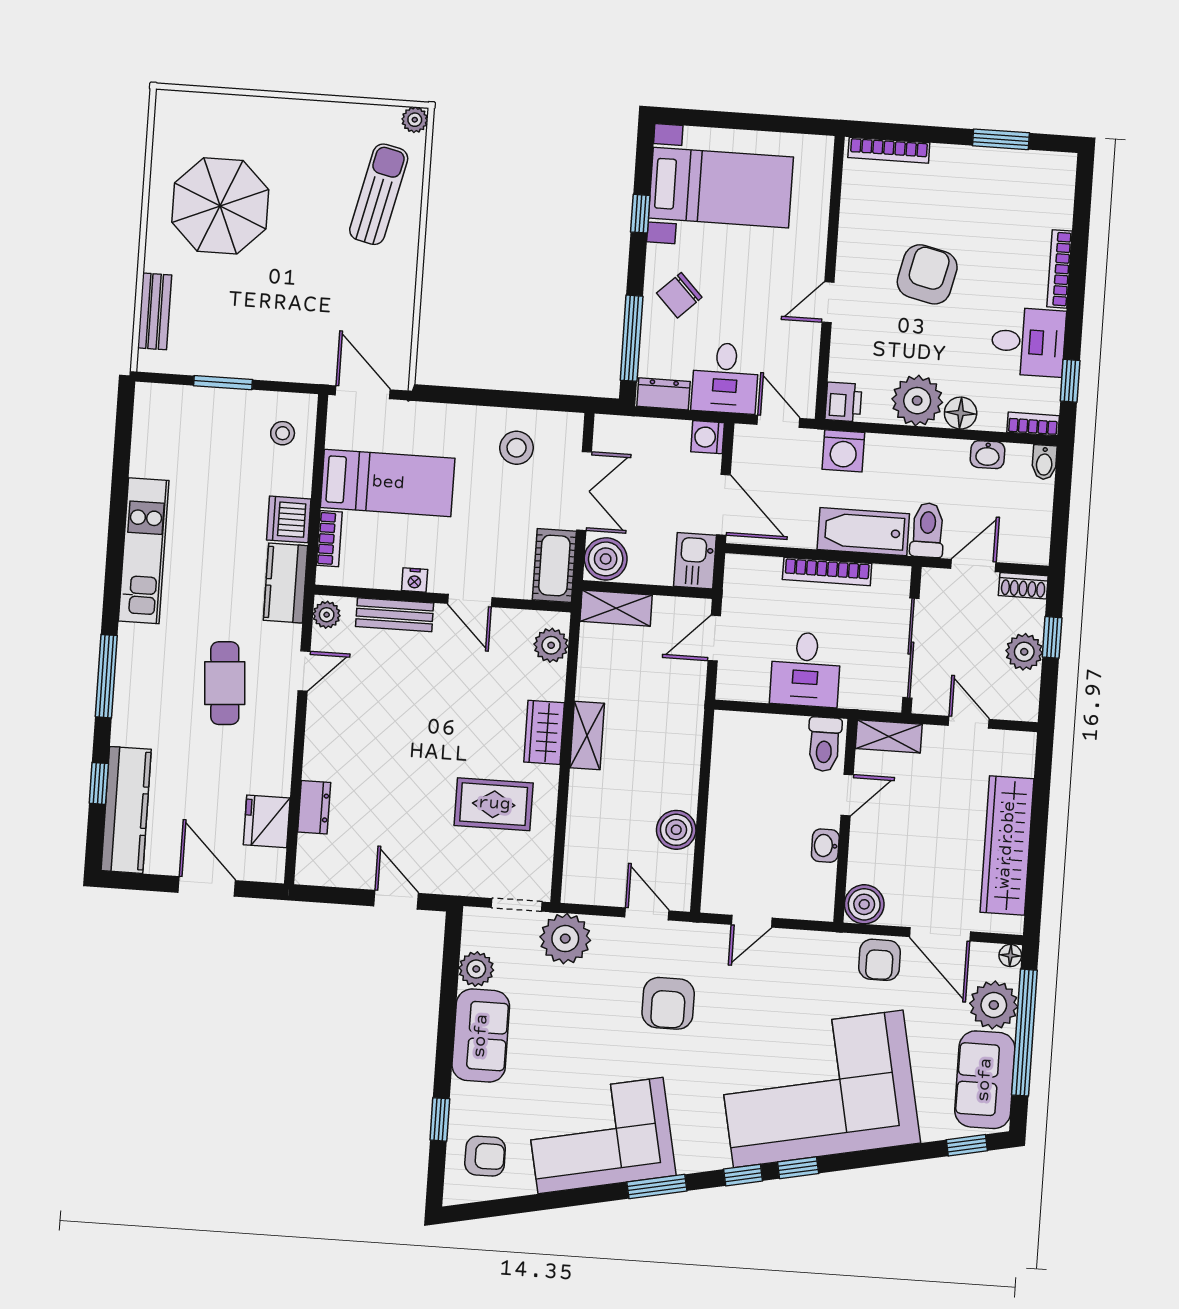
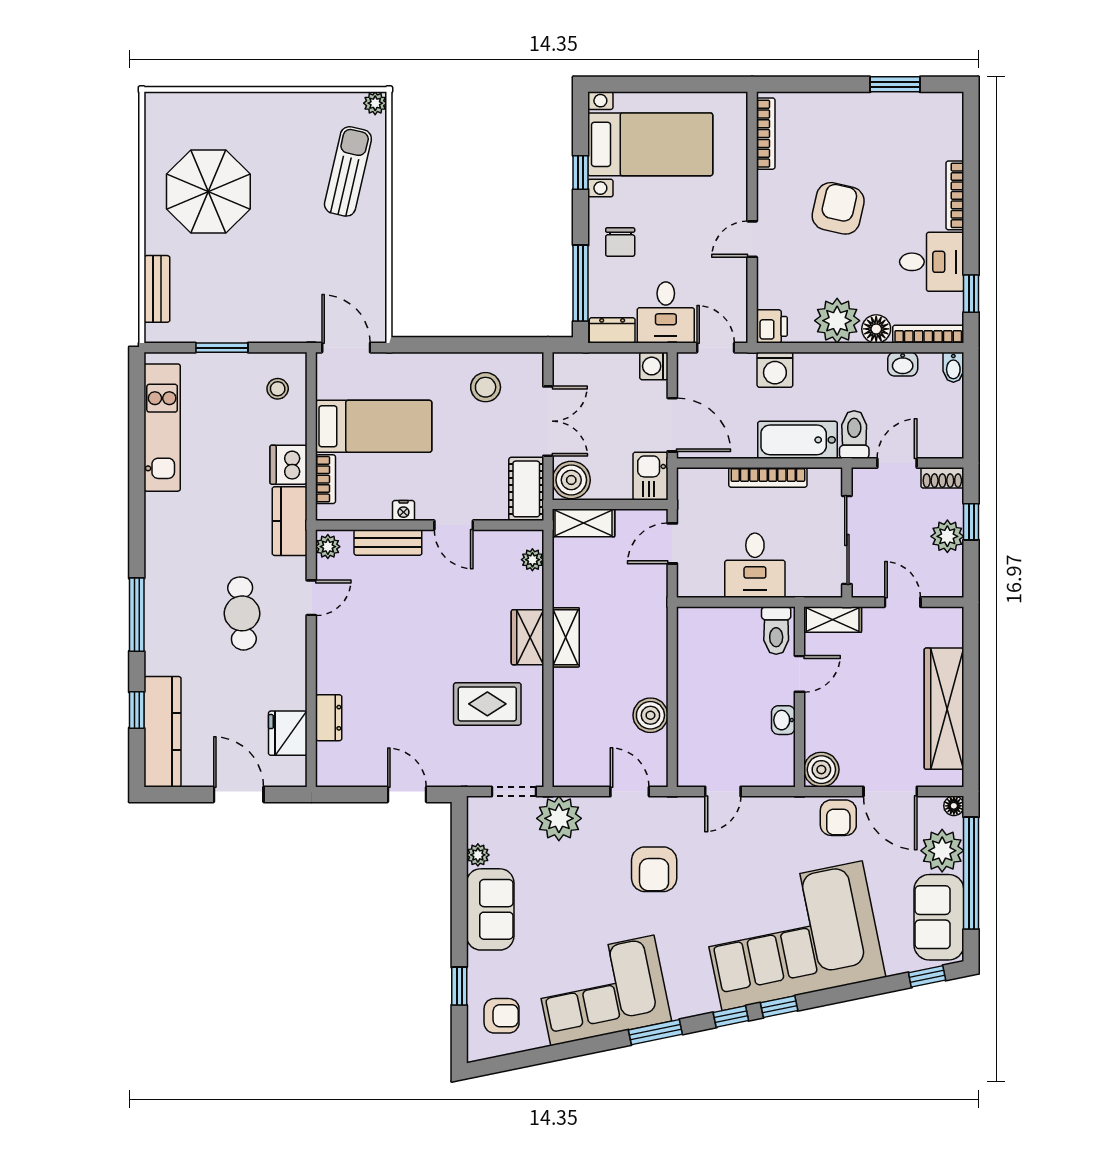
bookcase: (889, 150) -> (766, 134), moved, turned -90
chair: (679, 295) -> (620, 242), turned -46
bookcase: (1033, 424) -> (928, 334), width x1.56
kitchen unit: (144, 551) -> (162, 428), moved
plant: (551, 645) -> (532, 560), width x0.73, depth x0.73
plant: (476, 969) -> (478, 855), width x0.73, depth x0.73

